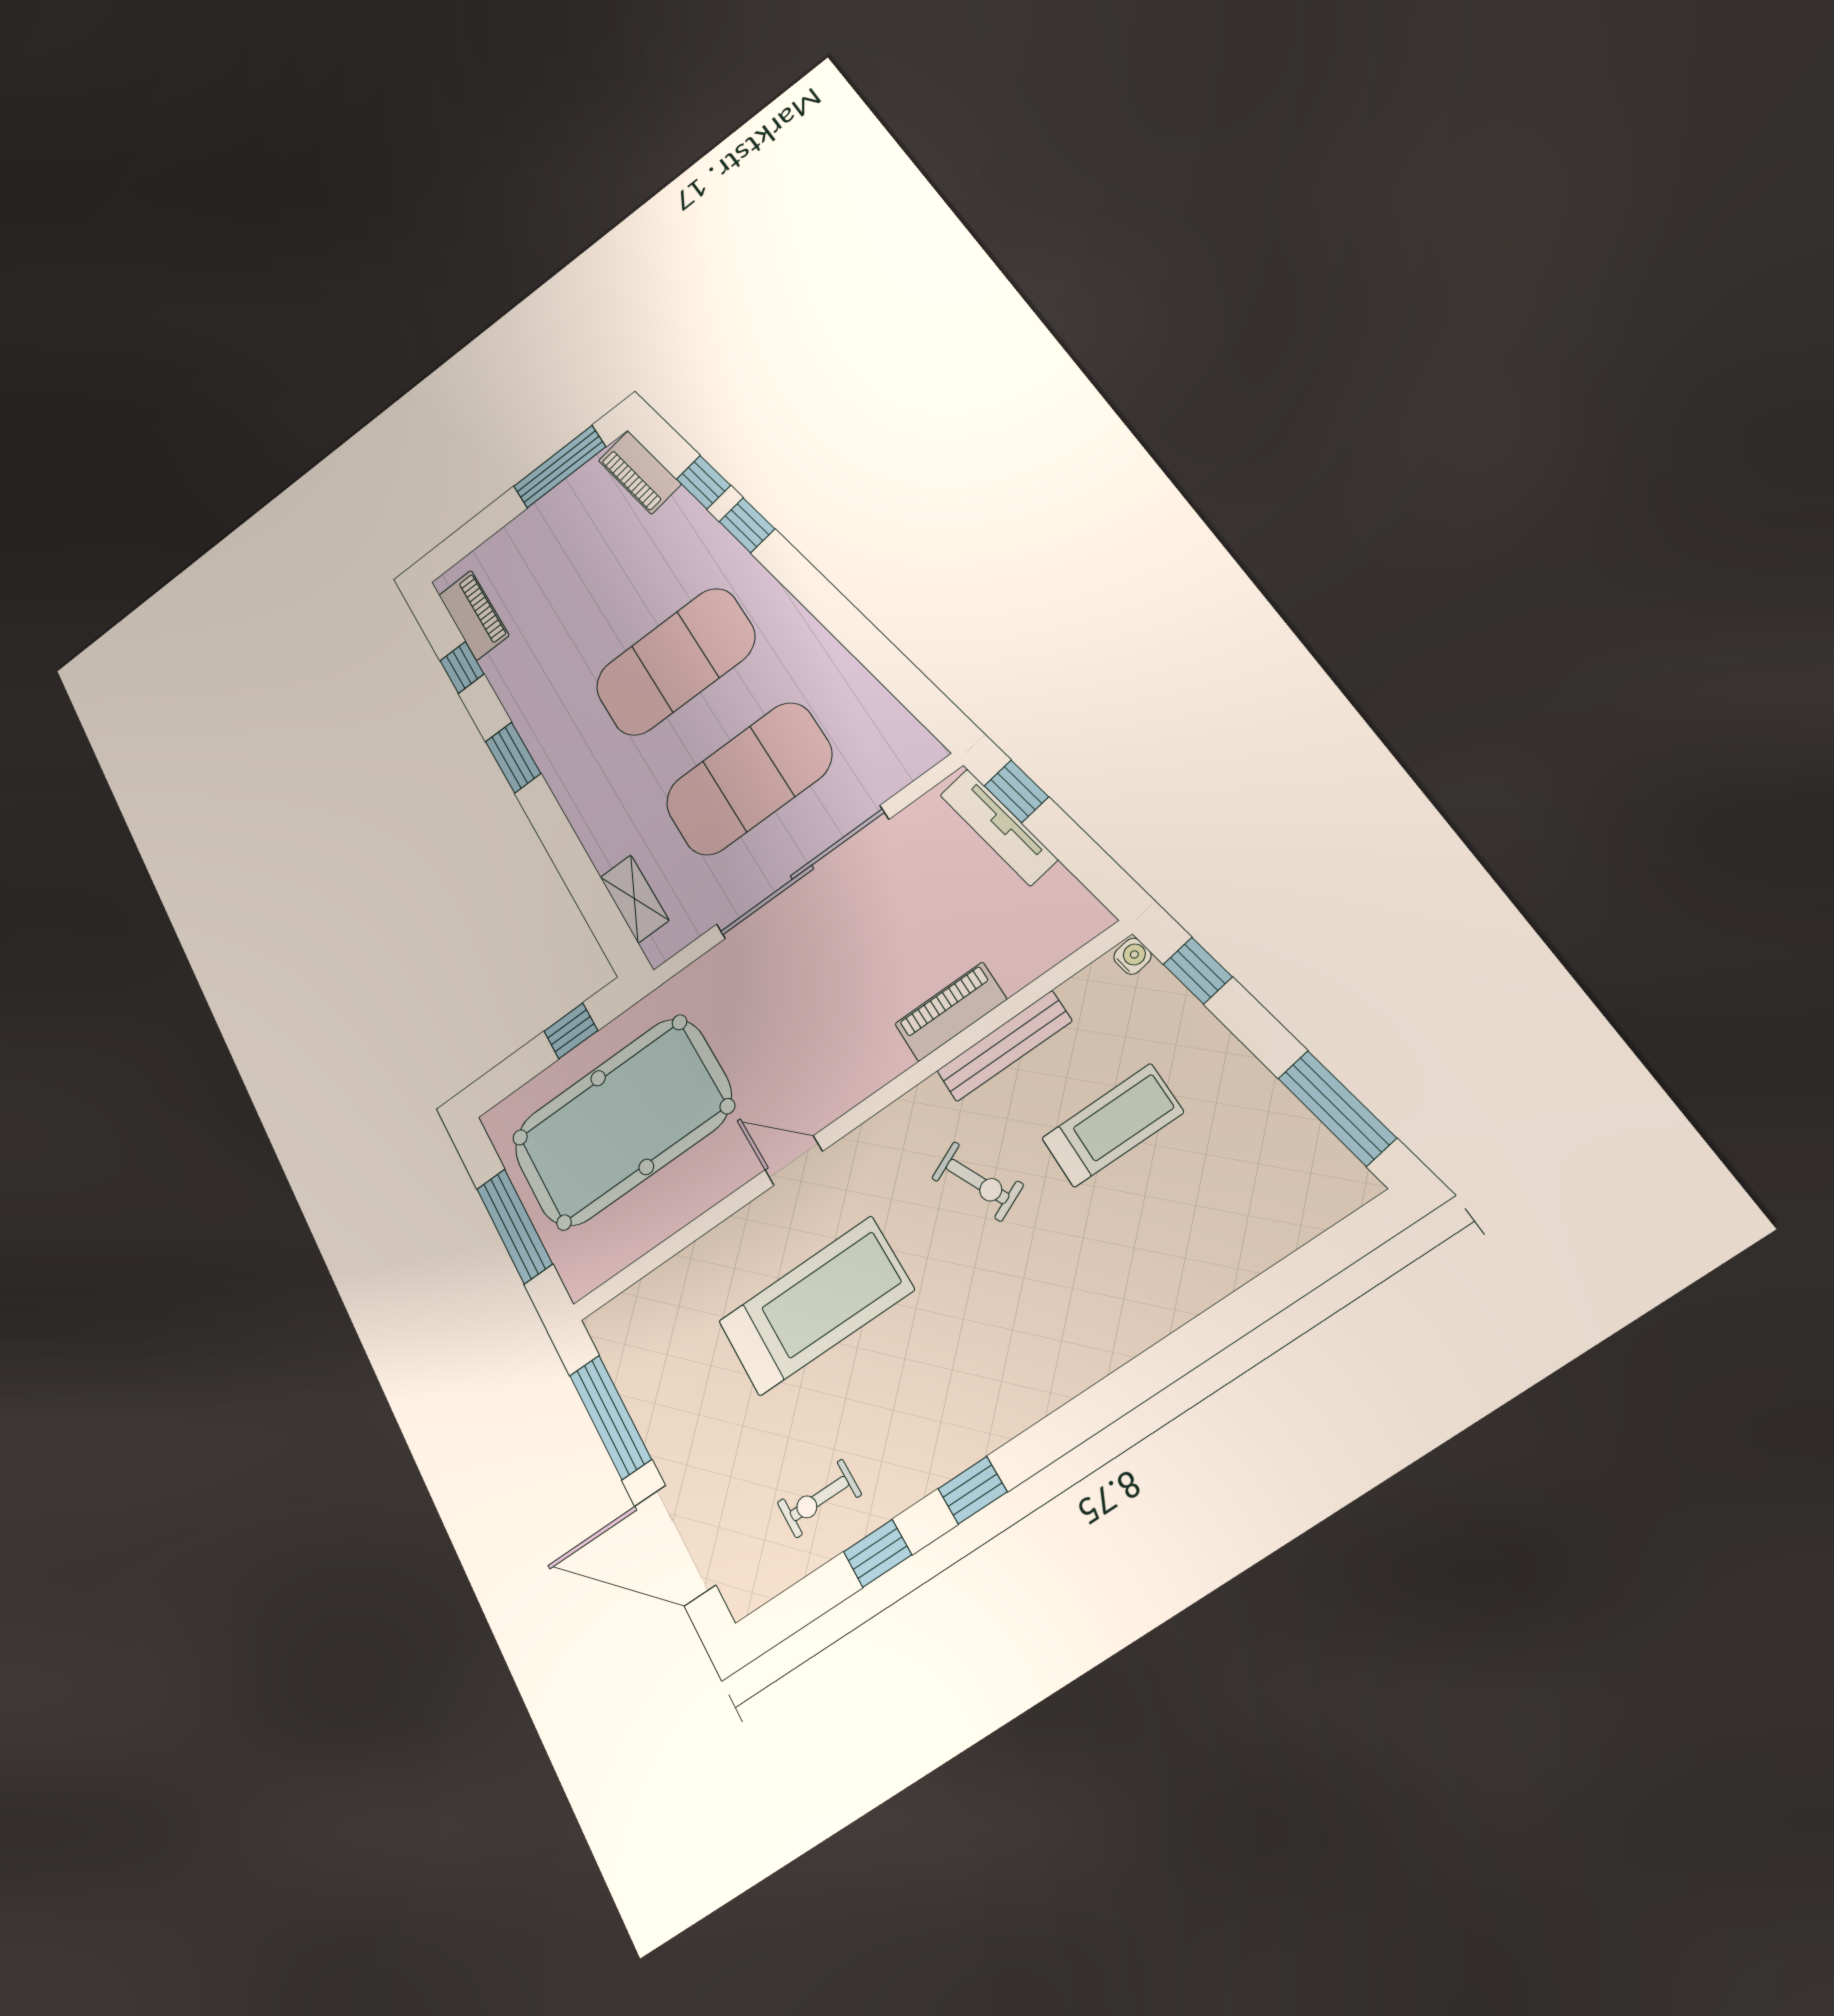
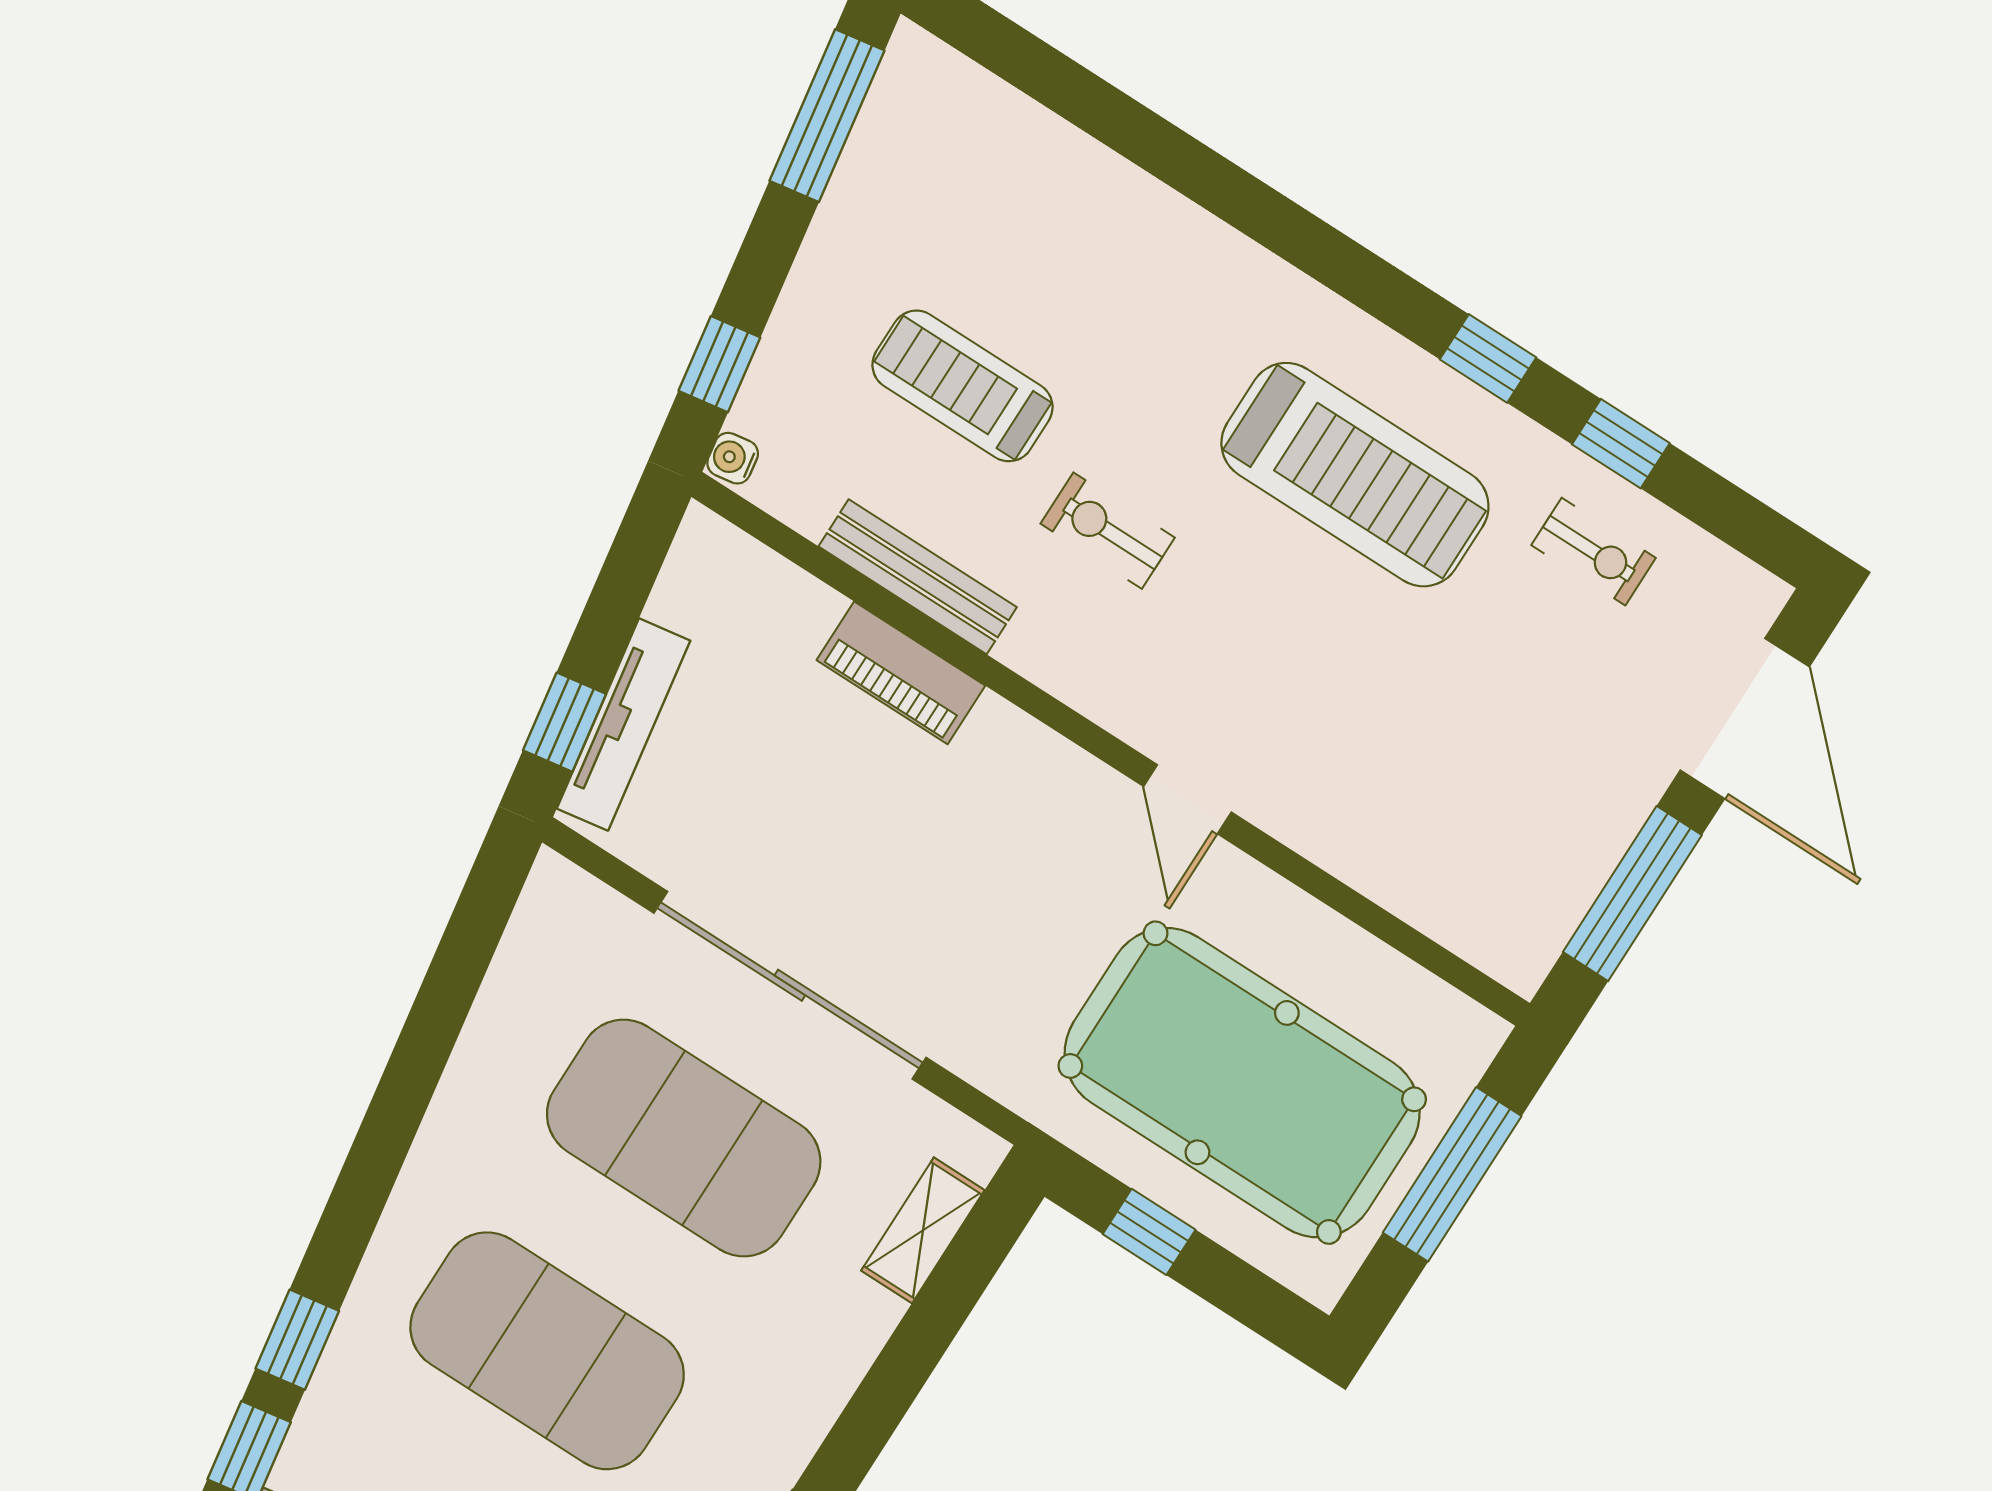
exercise bike: (977, 1181) -> (1108, 531), turned -65
treadmill: (816, 1306) -> (1355, 475), moved, turned 180

